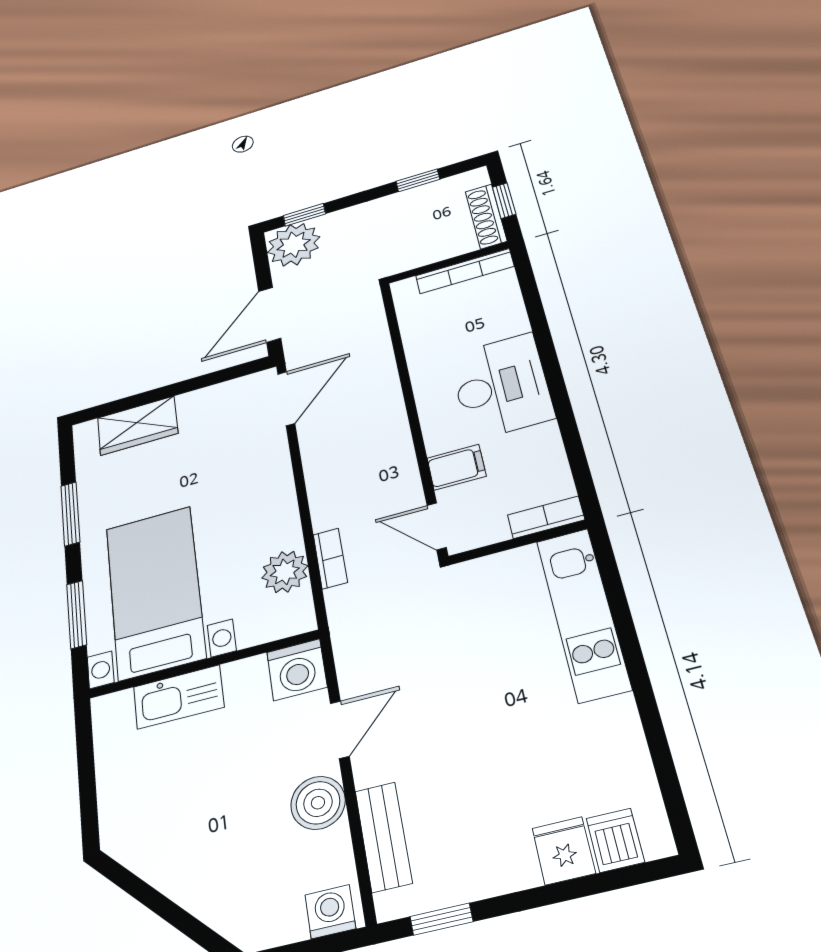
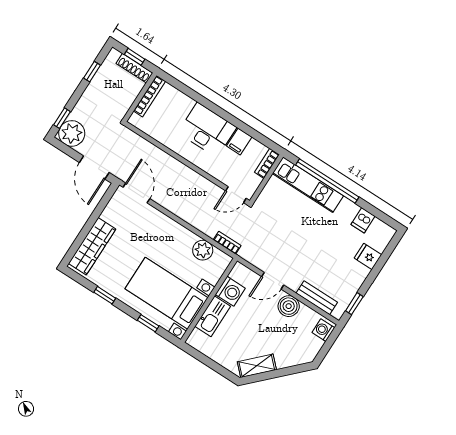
wardrobe: (137, 426) -> (92, 246), width x1.50
filing cabinet: (456, 467) -> (239, 141), moved, turned 180
window: (70, 514) -> (105, 295), width x0.67
bookcase: (330, 558) -> (227, 243), moved
window: (77, 614) -> (148, 323), width x0.67
window: (628, 637) -> (327, 181), added
washing machine: (297, 670) -> (230, 291), moved
door: (340, 730) -> (273, 281), swing flipped
dishwasher: (615, 840) -> (363, 220), moved, turned -90
shelving: (150, 858) -> (257, 366), added

